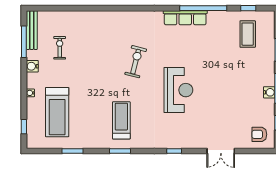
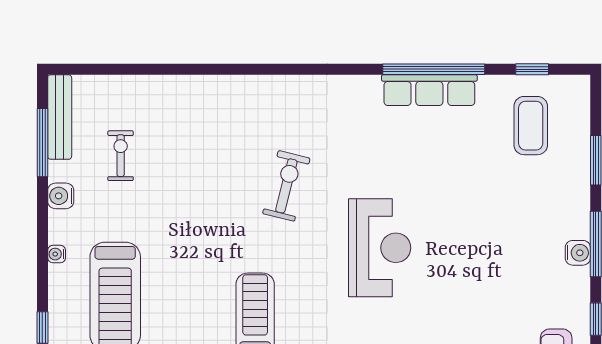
row of seats: (185, 18) -> (429, 90), moved

